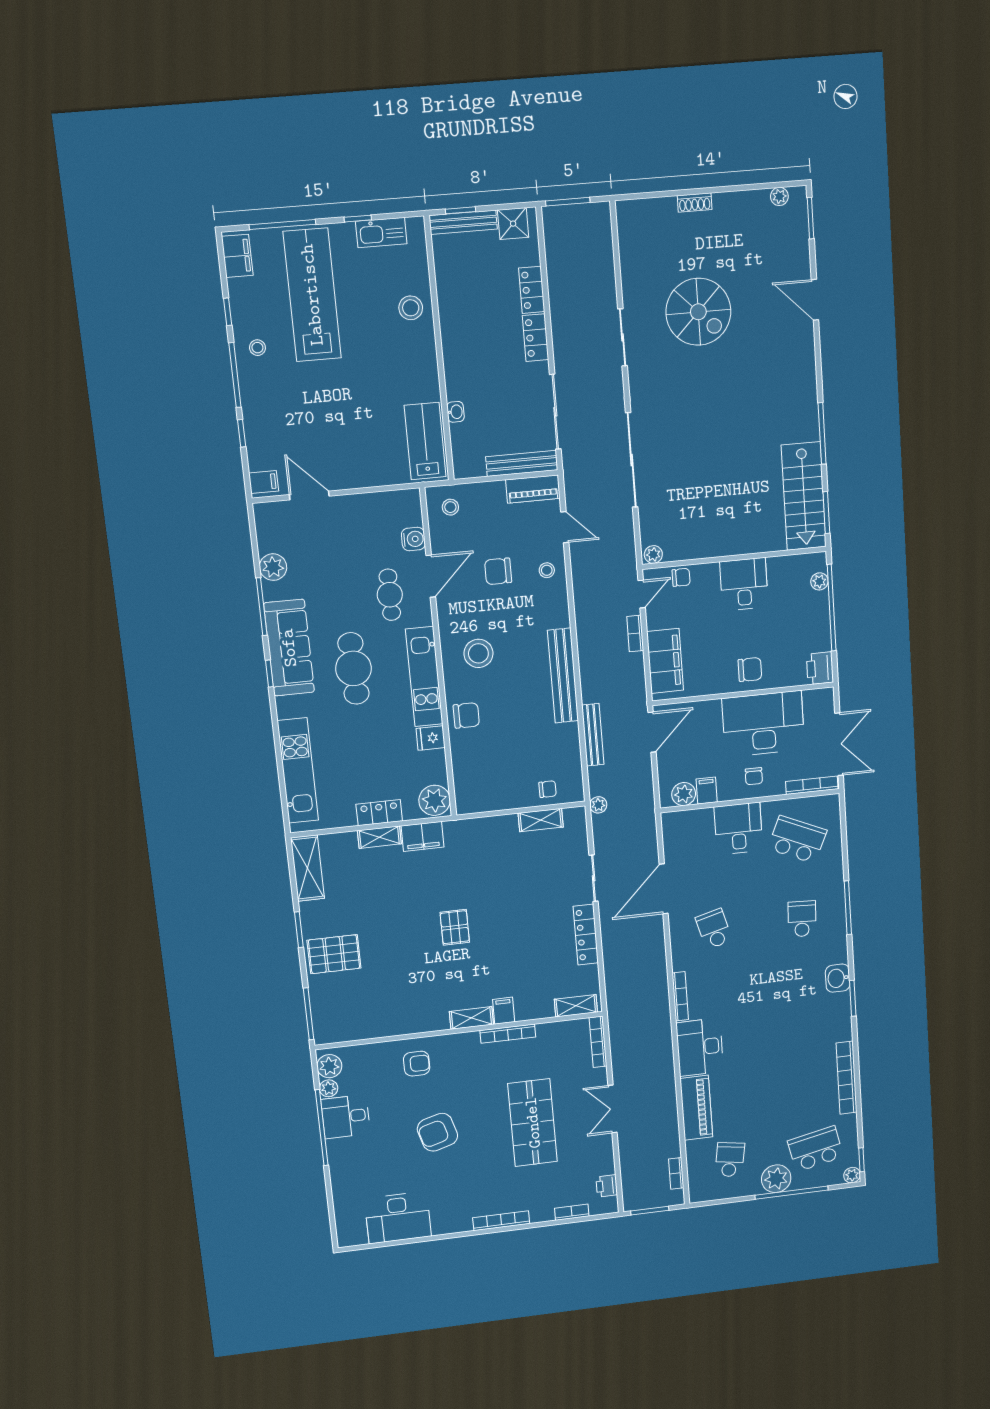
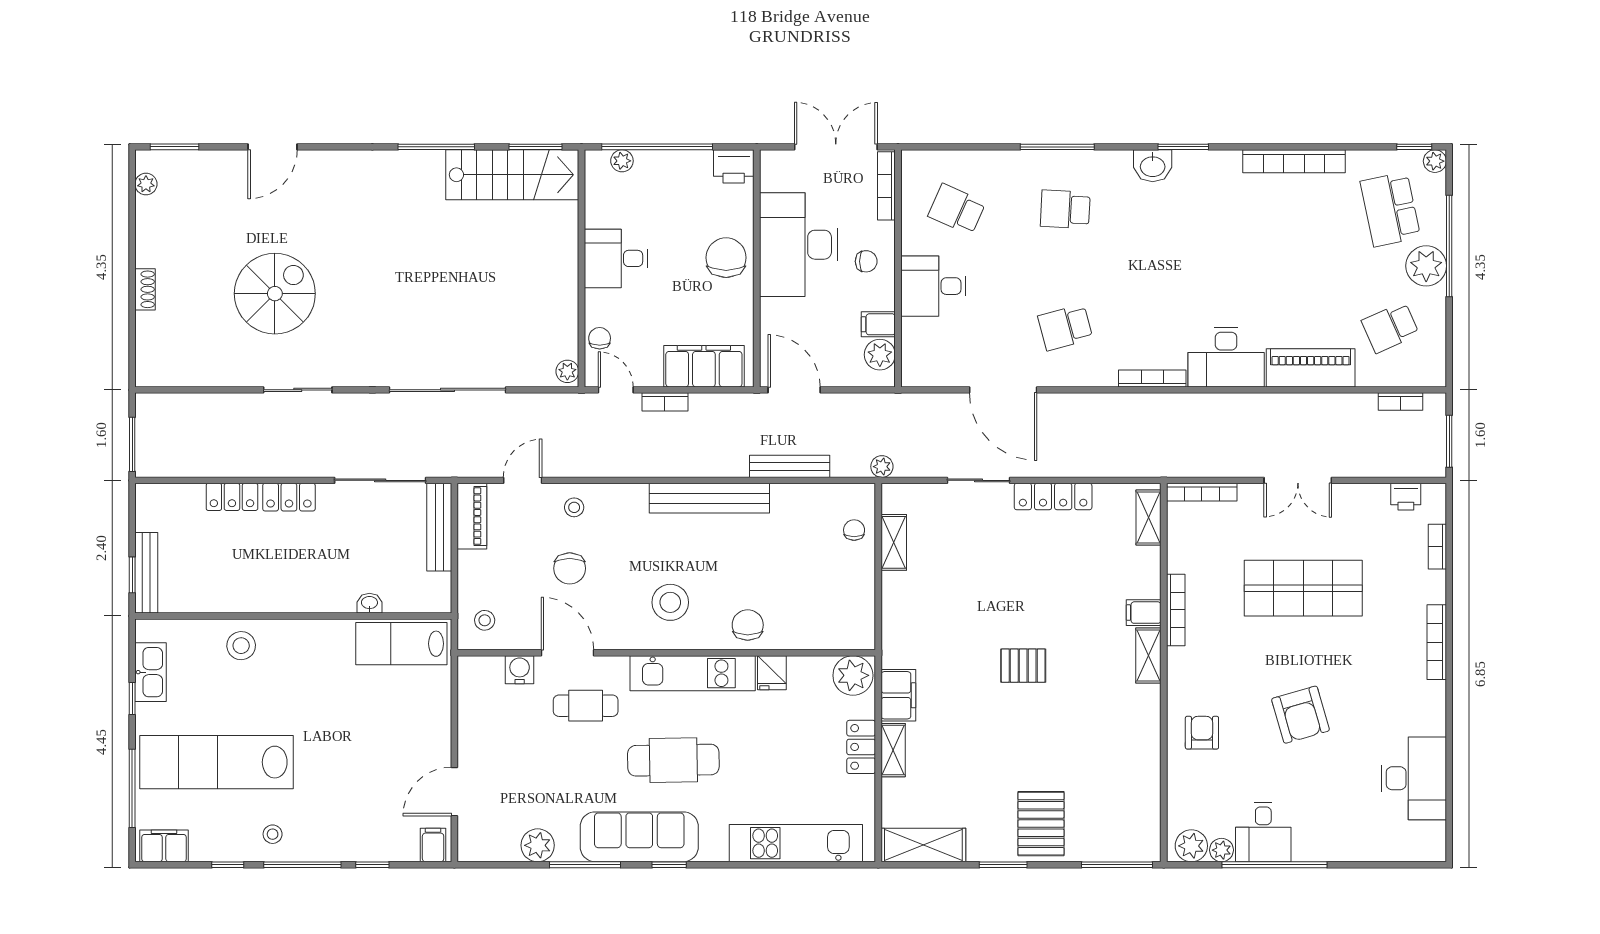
shower: (513, 224) -> (153, 513), removed
chair: (750, 669) -> (726, 258), width x1.37, depth x1.37
school desk: (797, 839) -> (957, 209), width x0.54
school desk: (730, 1160) -> (1390, 327), turned -33

